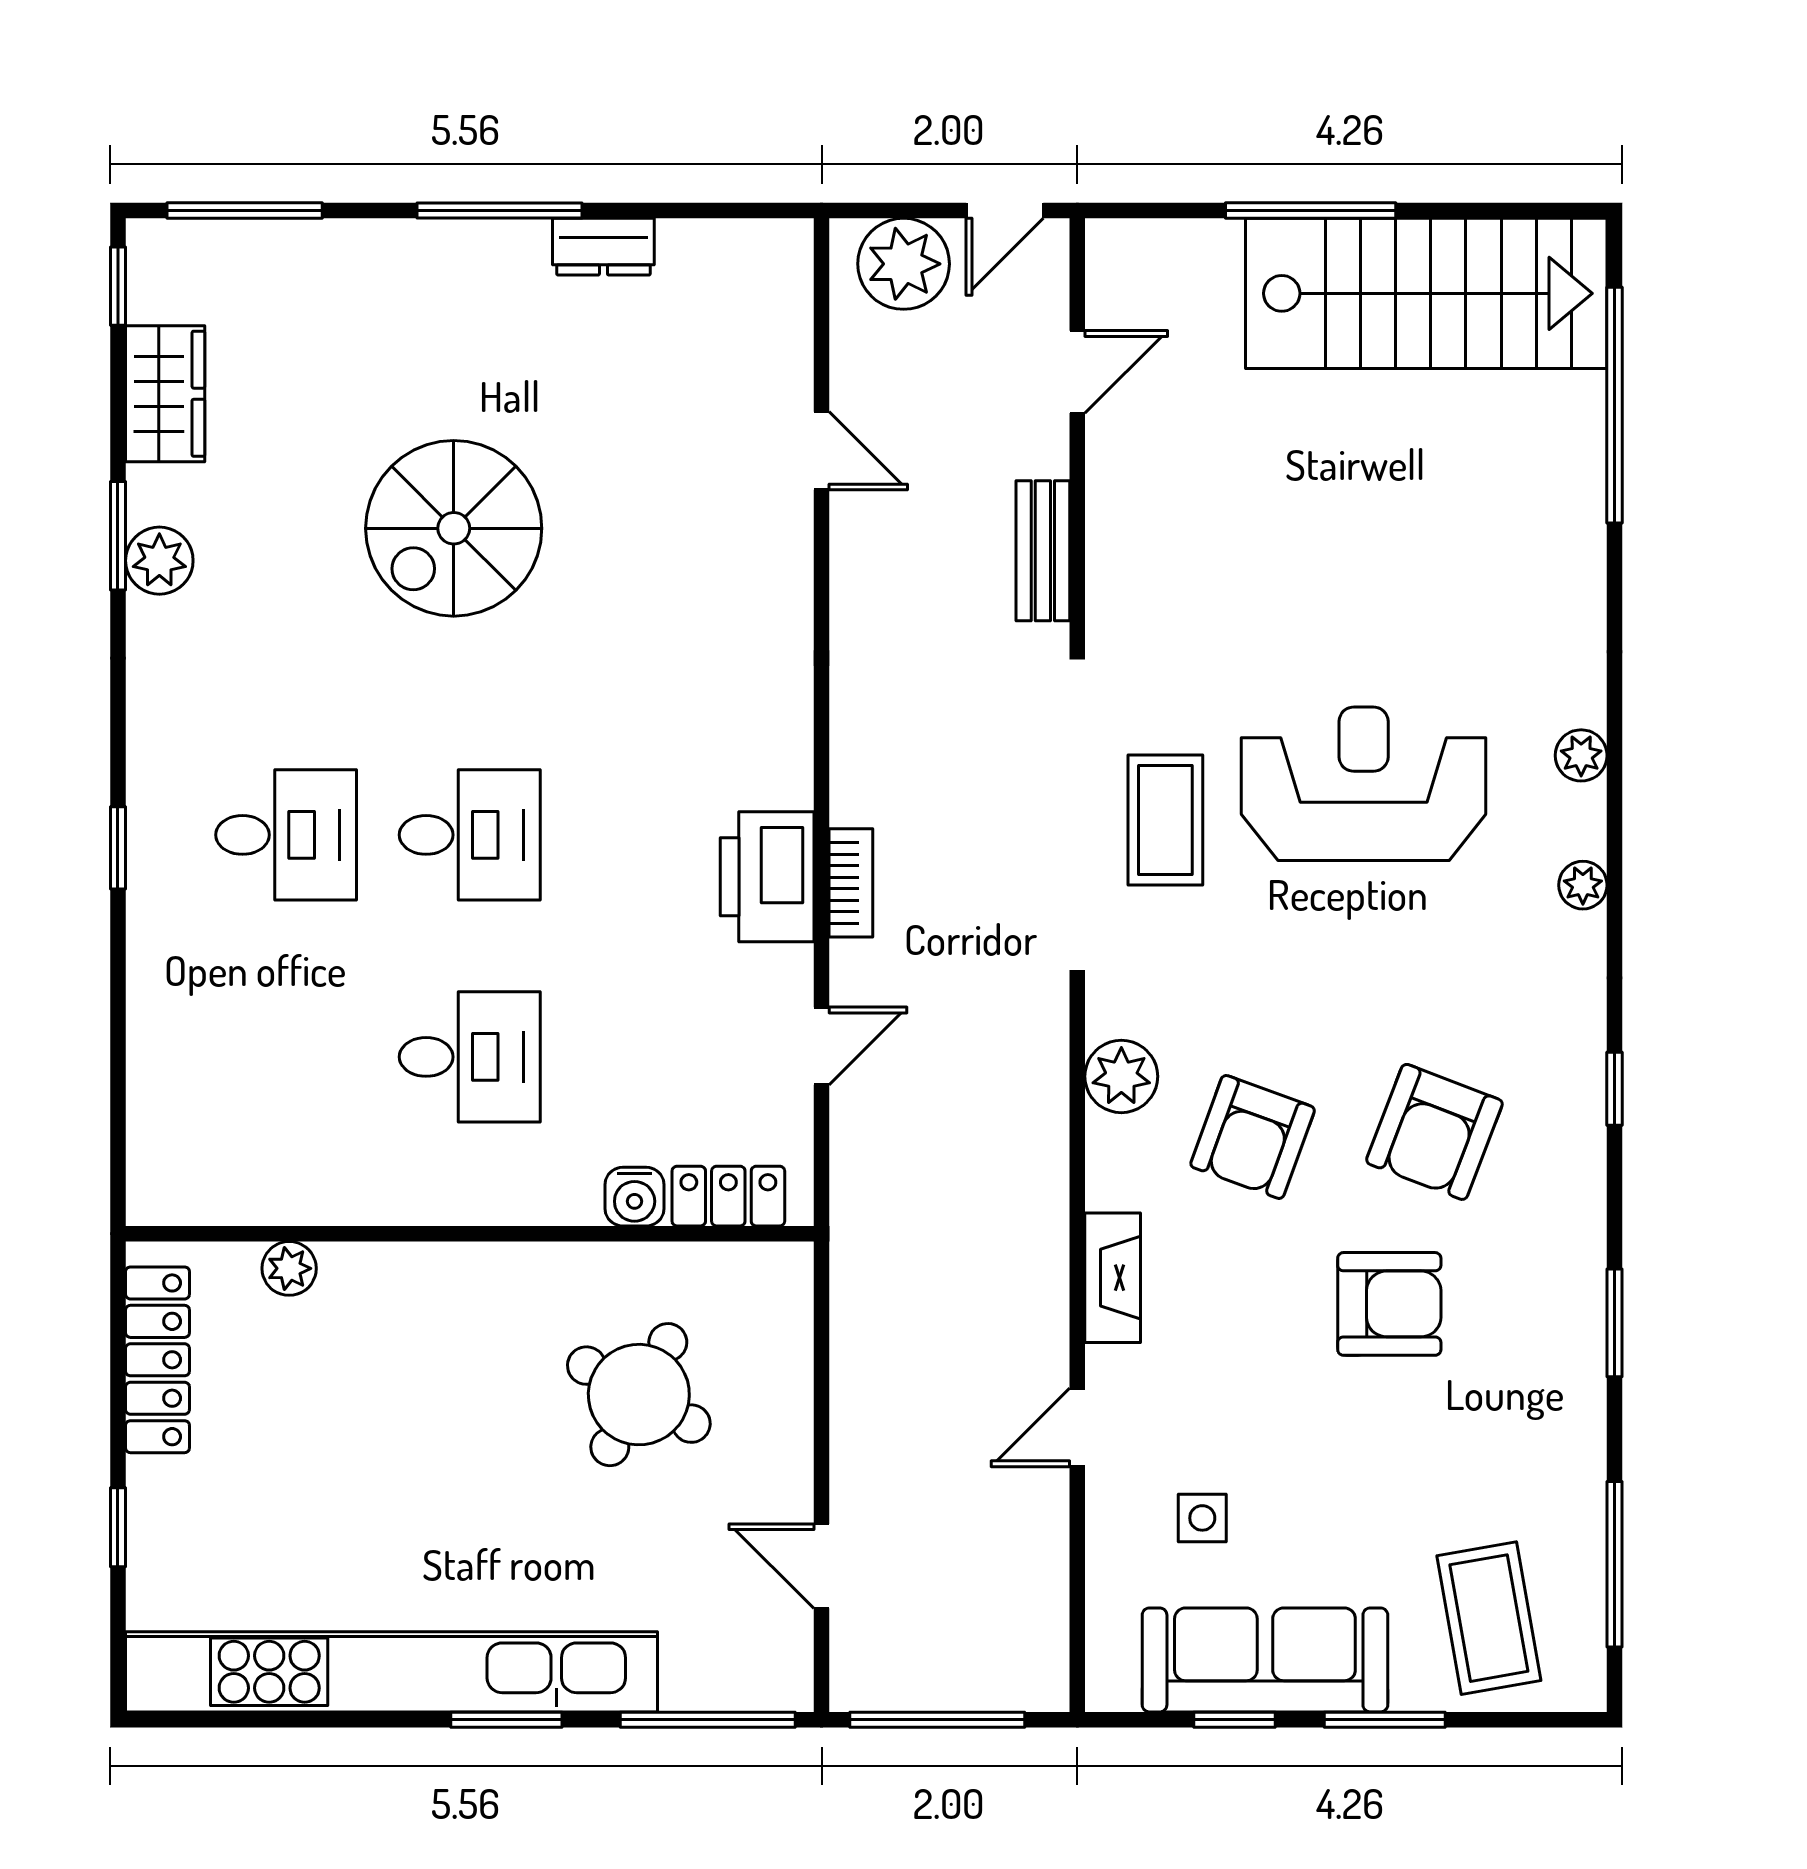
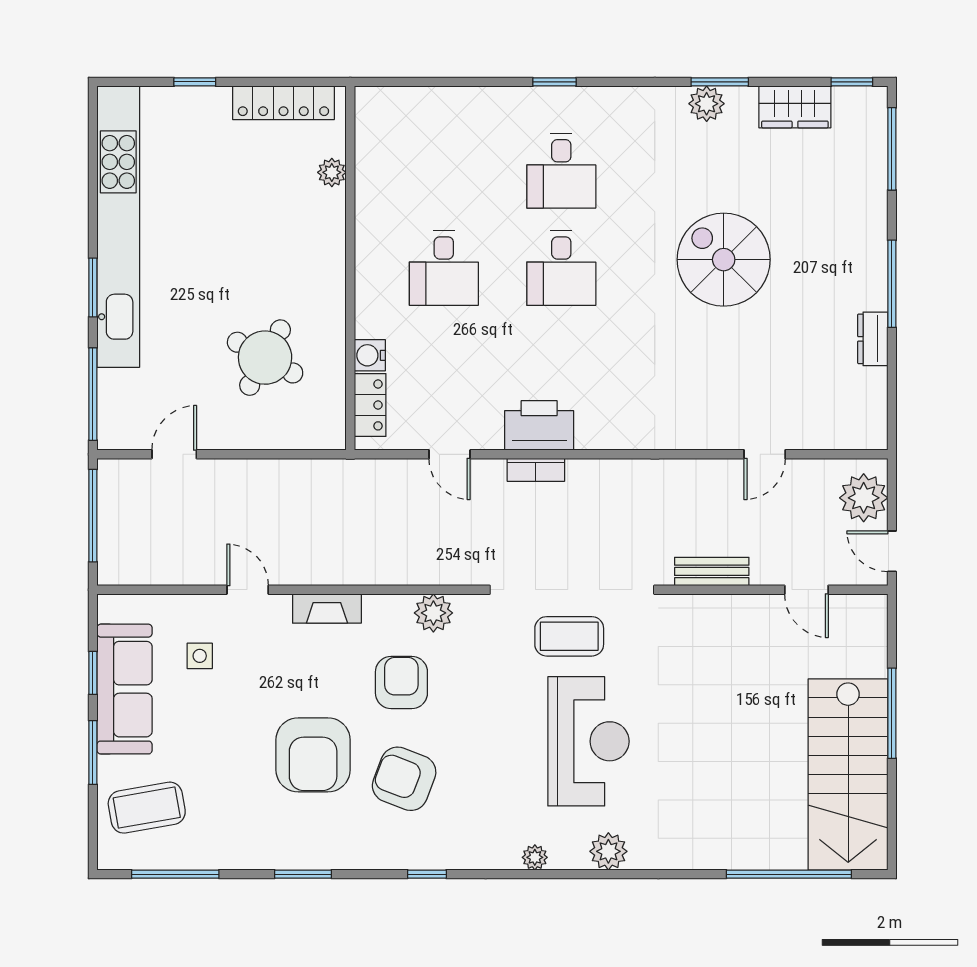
plant: (1581, 755) -> (608, 851), width x1.38, depth x1.38
armchair: (1253, 1137) -> (401, 682), turned 70
armchair: (1389, 1304) -> (313, 755), width x1.36, depth x1.36

